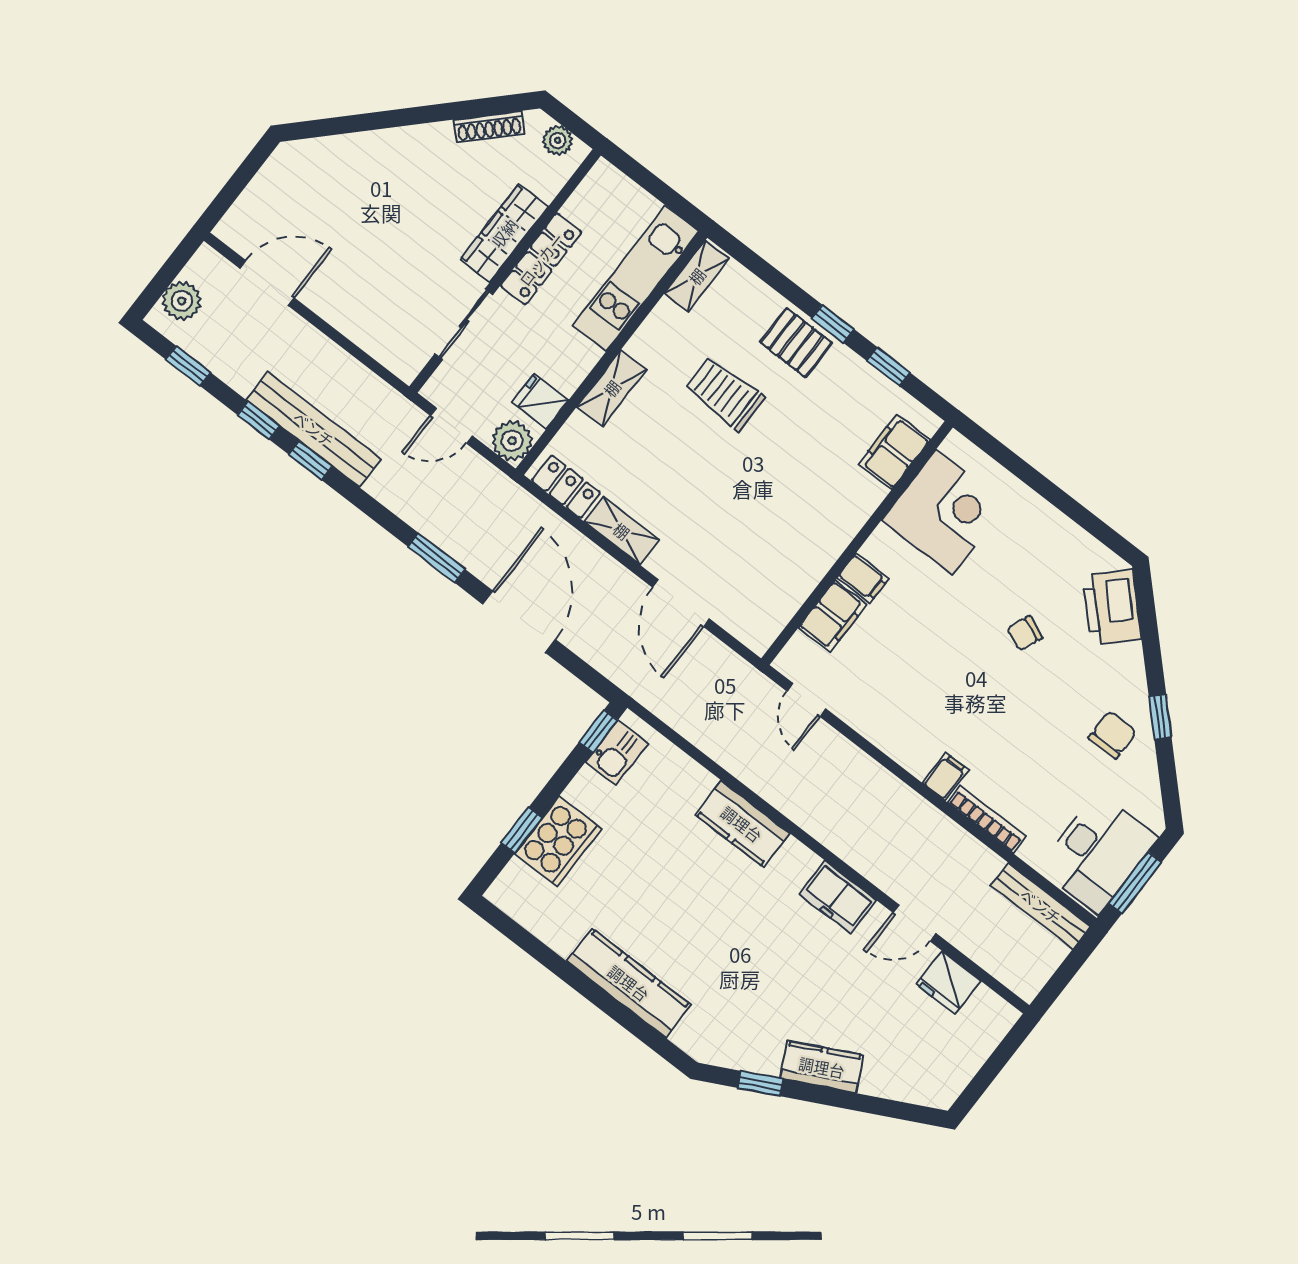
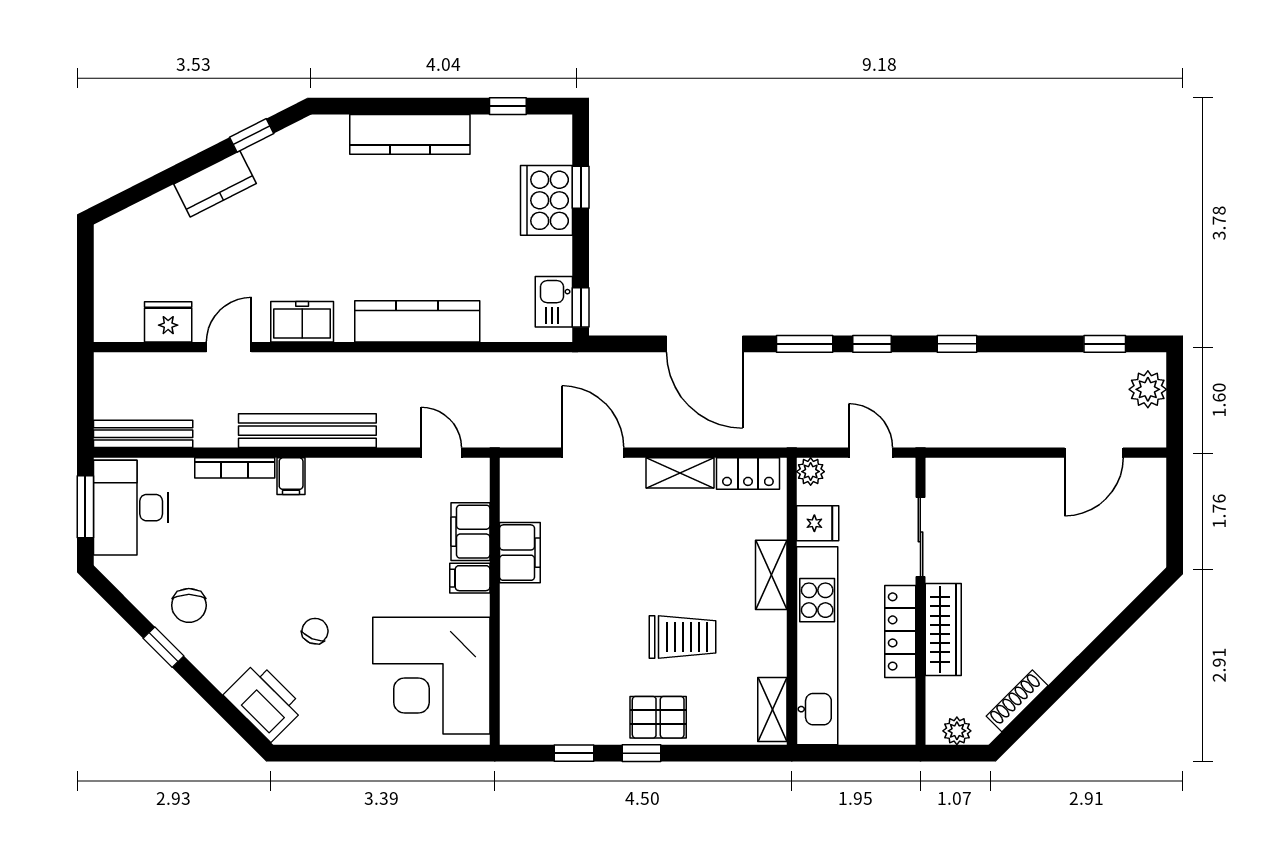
kitchen unit: (636, 278) -> (817, 646), width x1.36
window: (259, 420) -> (872, 344), moved
door: (451, 426) -> (871, 453), hinge flipped
bench: (314, 429) -> (307, 431), moved
plant: (512, 441) -> (811, 472), width x0.73, depth x0.73
filing cabinet: (894, 452) -> (520, 553), moved
corner desk: (944, 512) -> (431, 676), width x1.36, depth x1.36
kitchen counter: (742, 824) -> (417, 321), width x1.50
window: (530, 944) -> (508, 106), added

